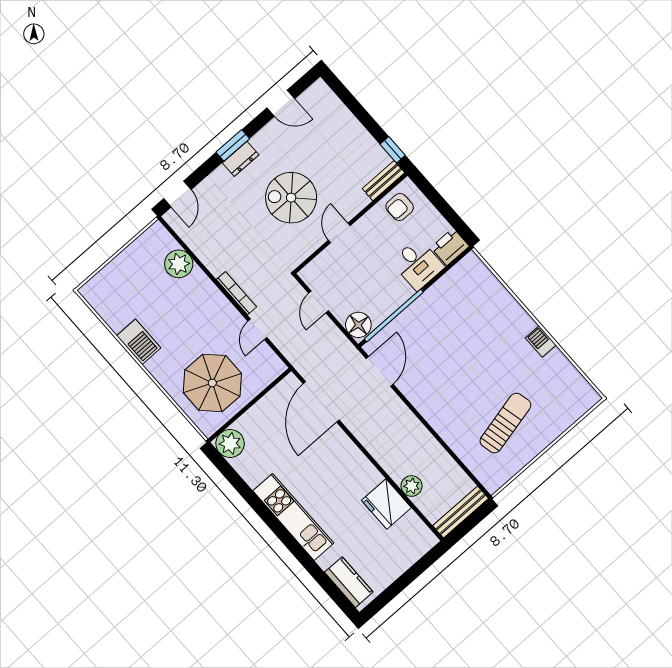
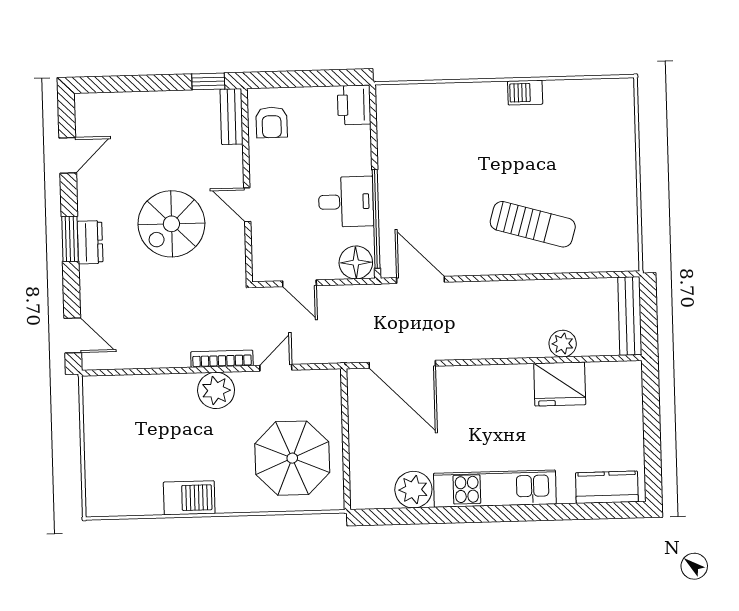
plant: (179, 264) -> (216, 390), moved
desk: (418, 264) -> (346, 202), moved
door: (257, 329) -> (276, 368), swing flipped
sun lounger: (505, 423) -> (533, 224), moved, turned 119
plant: (230, 444) -> (413, 490), moved

